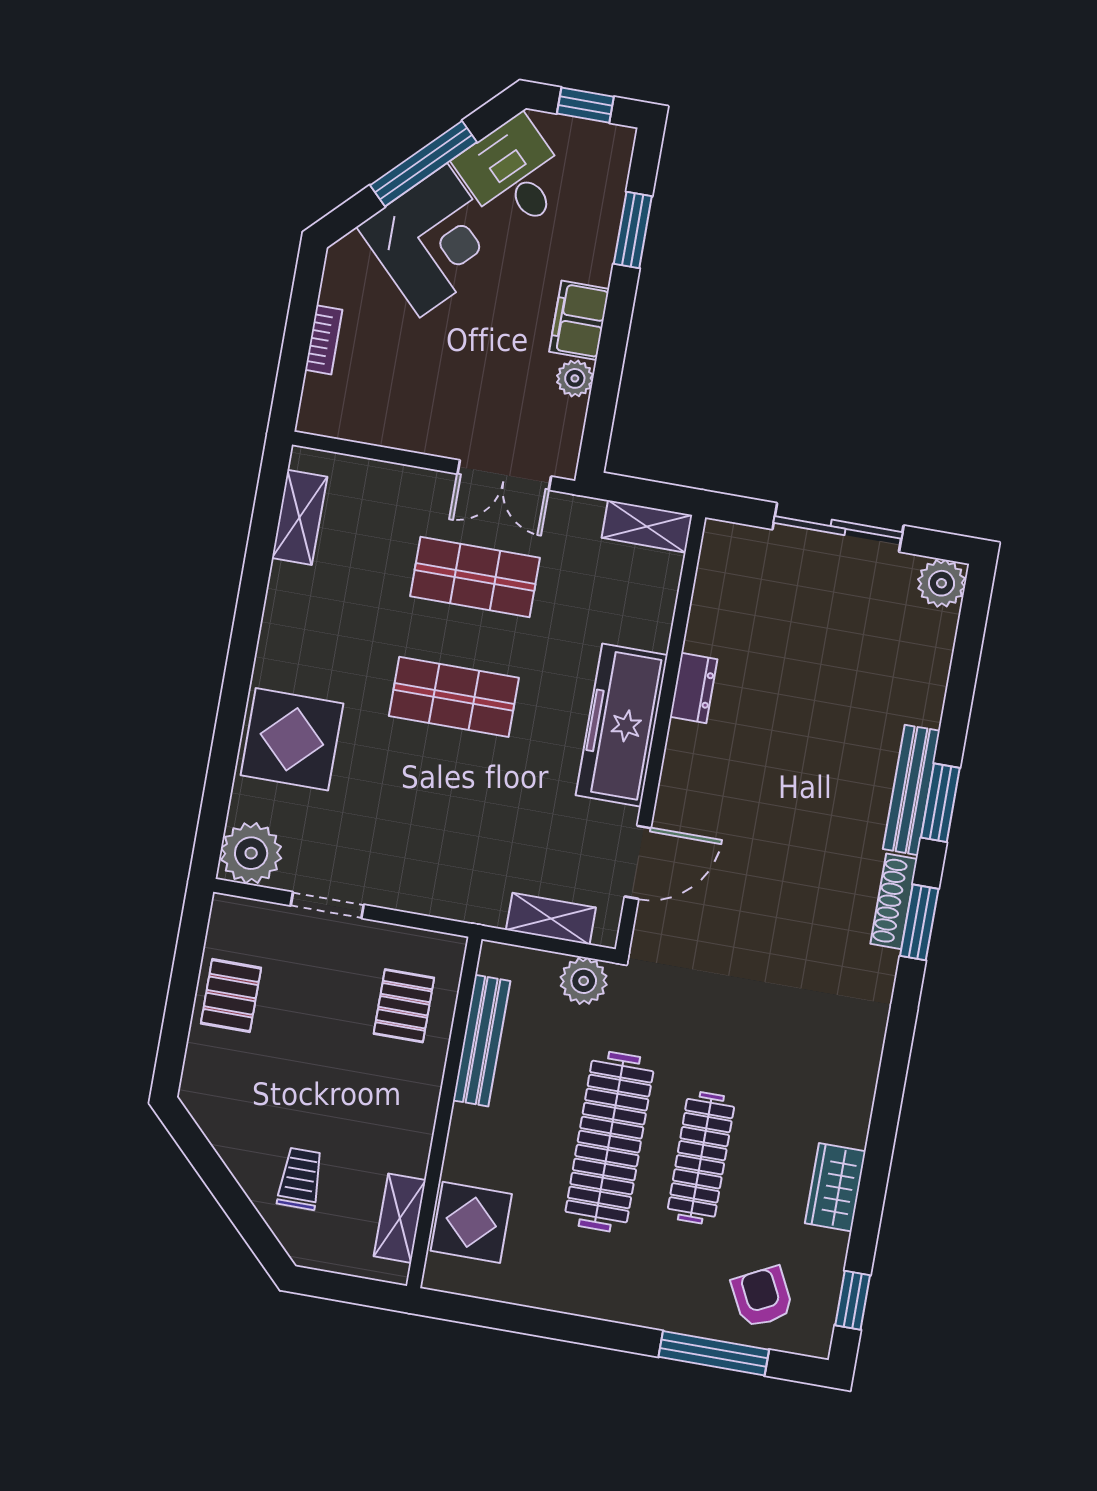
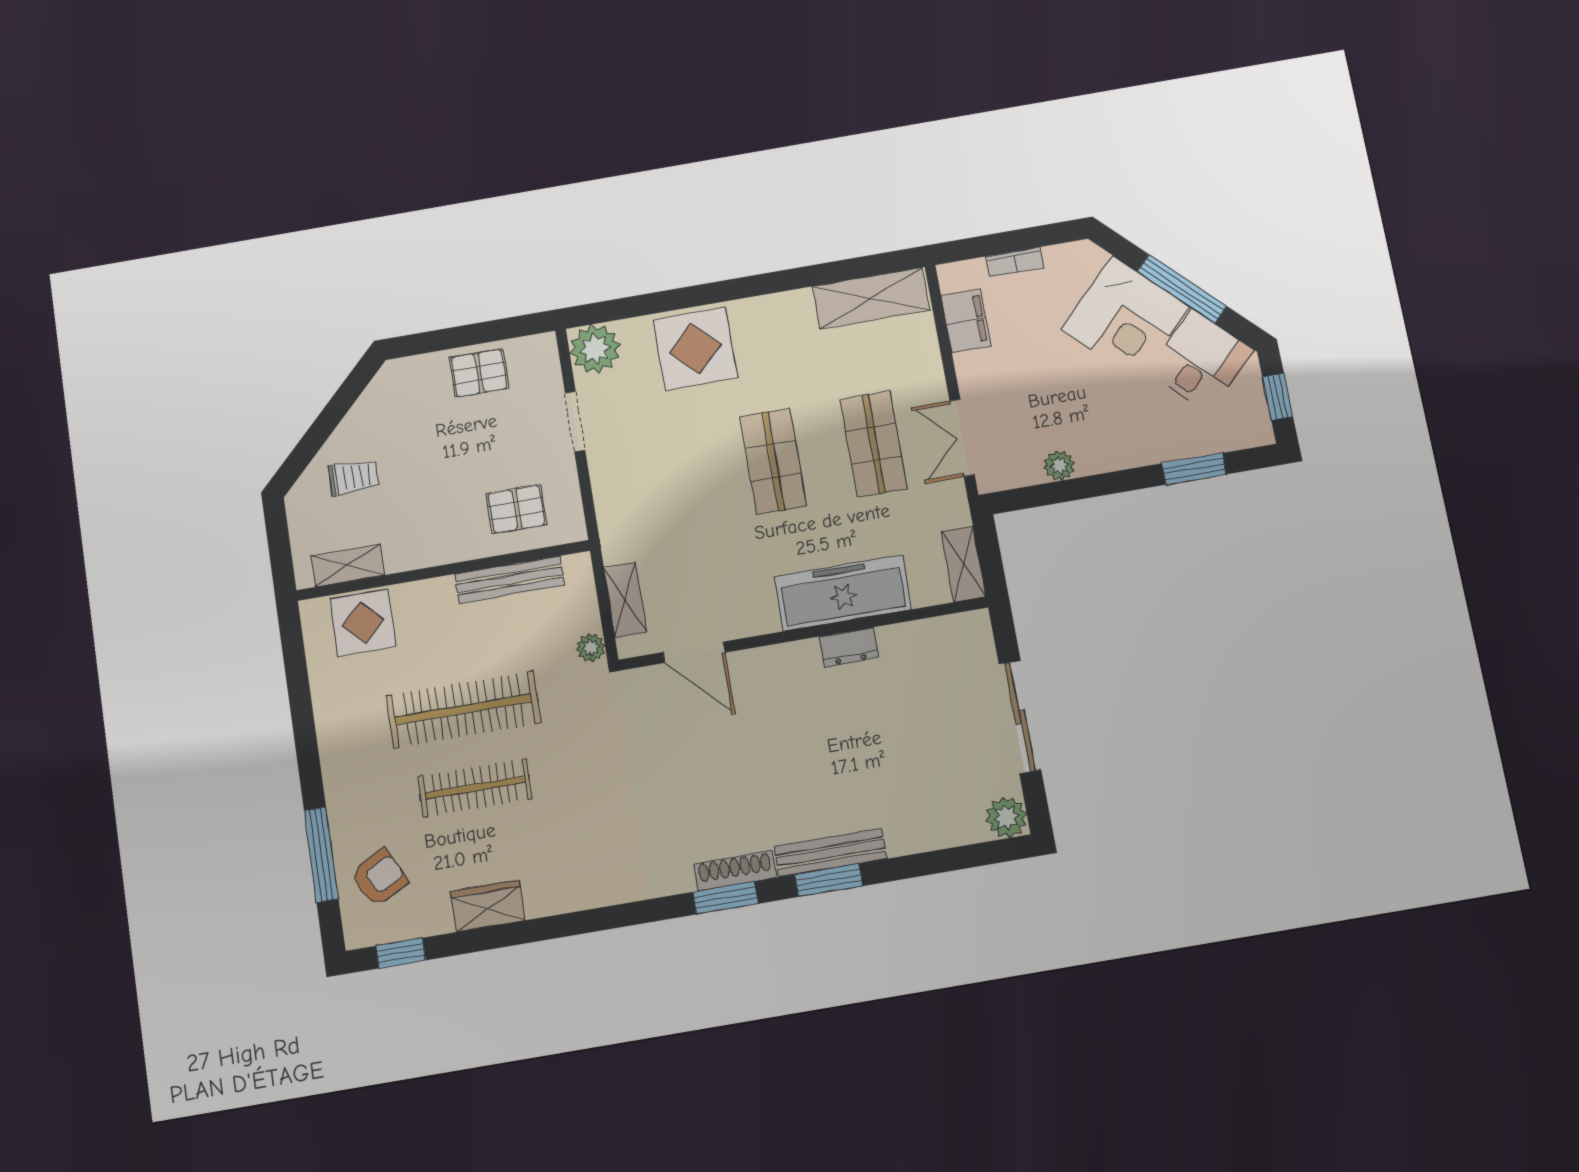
filing cabinet: (579, 320) -> (966, 321), moved, turned 90
shelving: (300, 517) -> (871, 298), width x1.50, depth x1.33
freezer: (622, 725) -> (843, 593), moved
plant: (584, 981) -> (591, 648), width x0.73, depth x0.73

